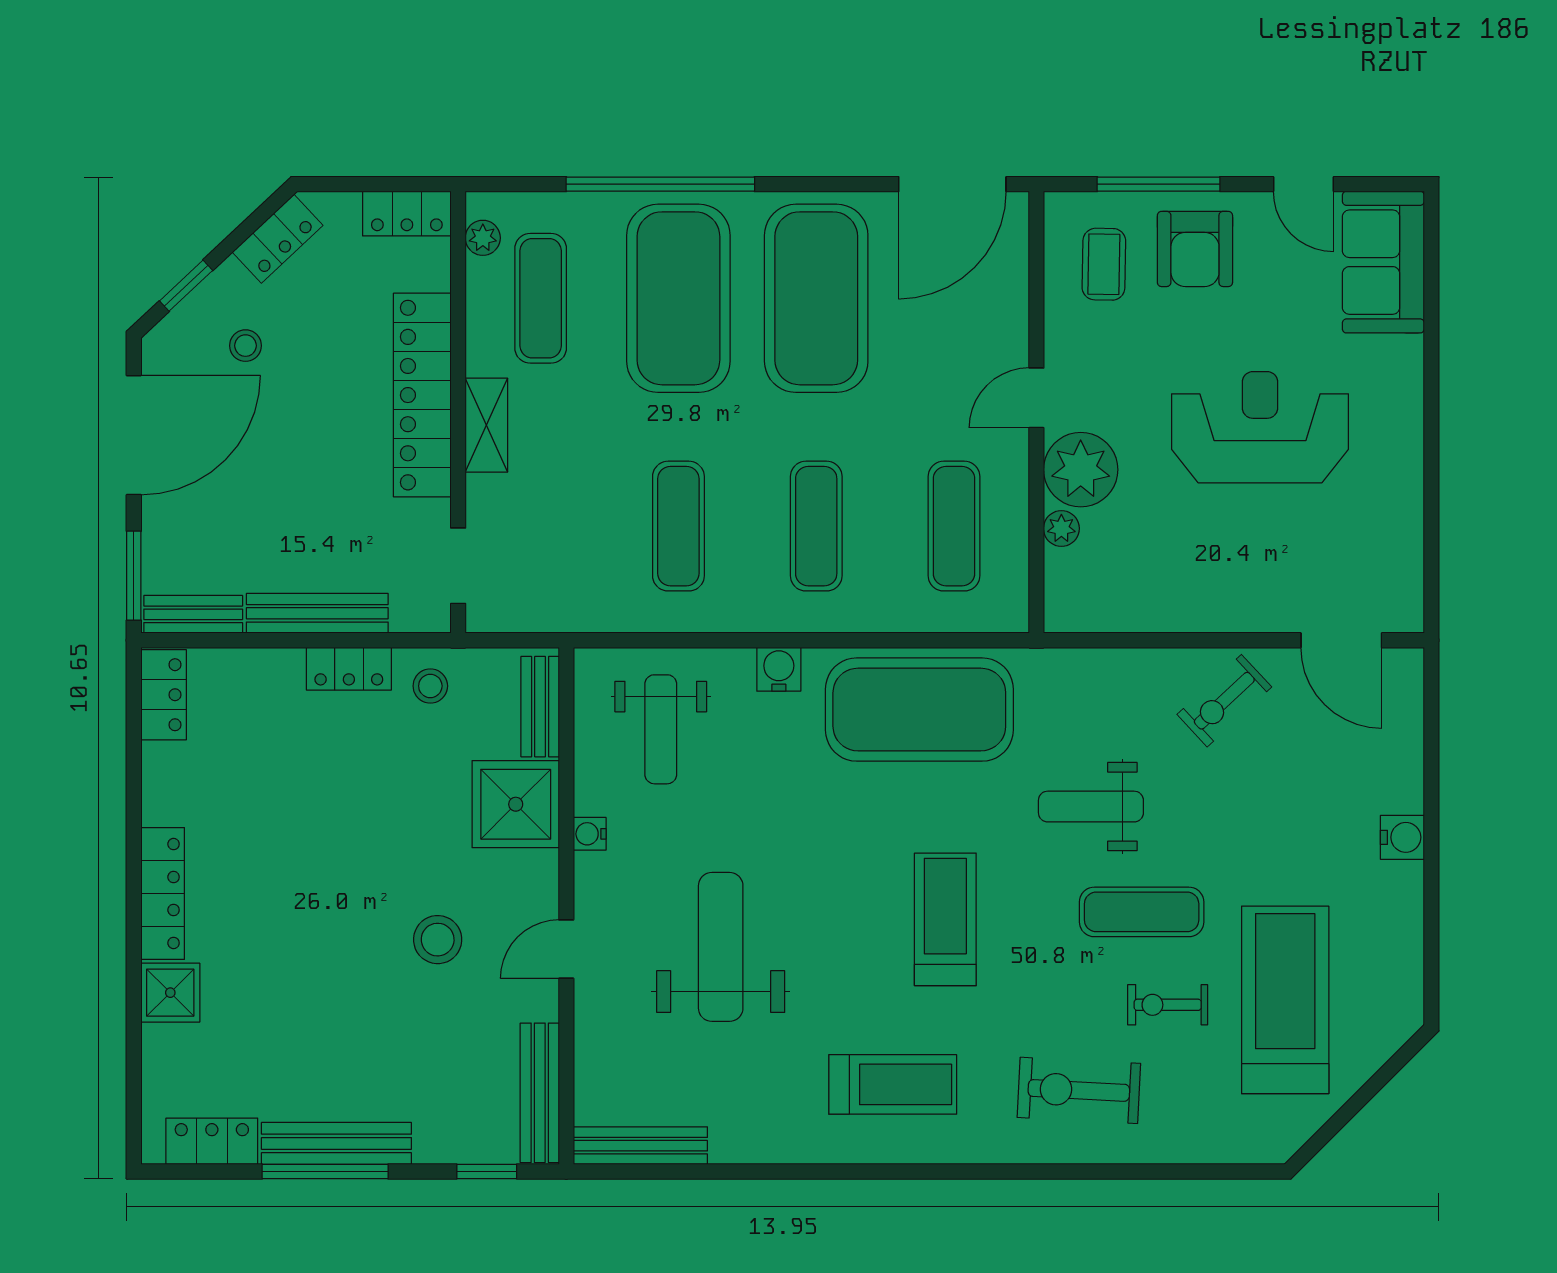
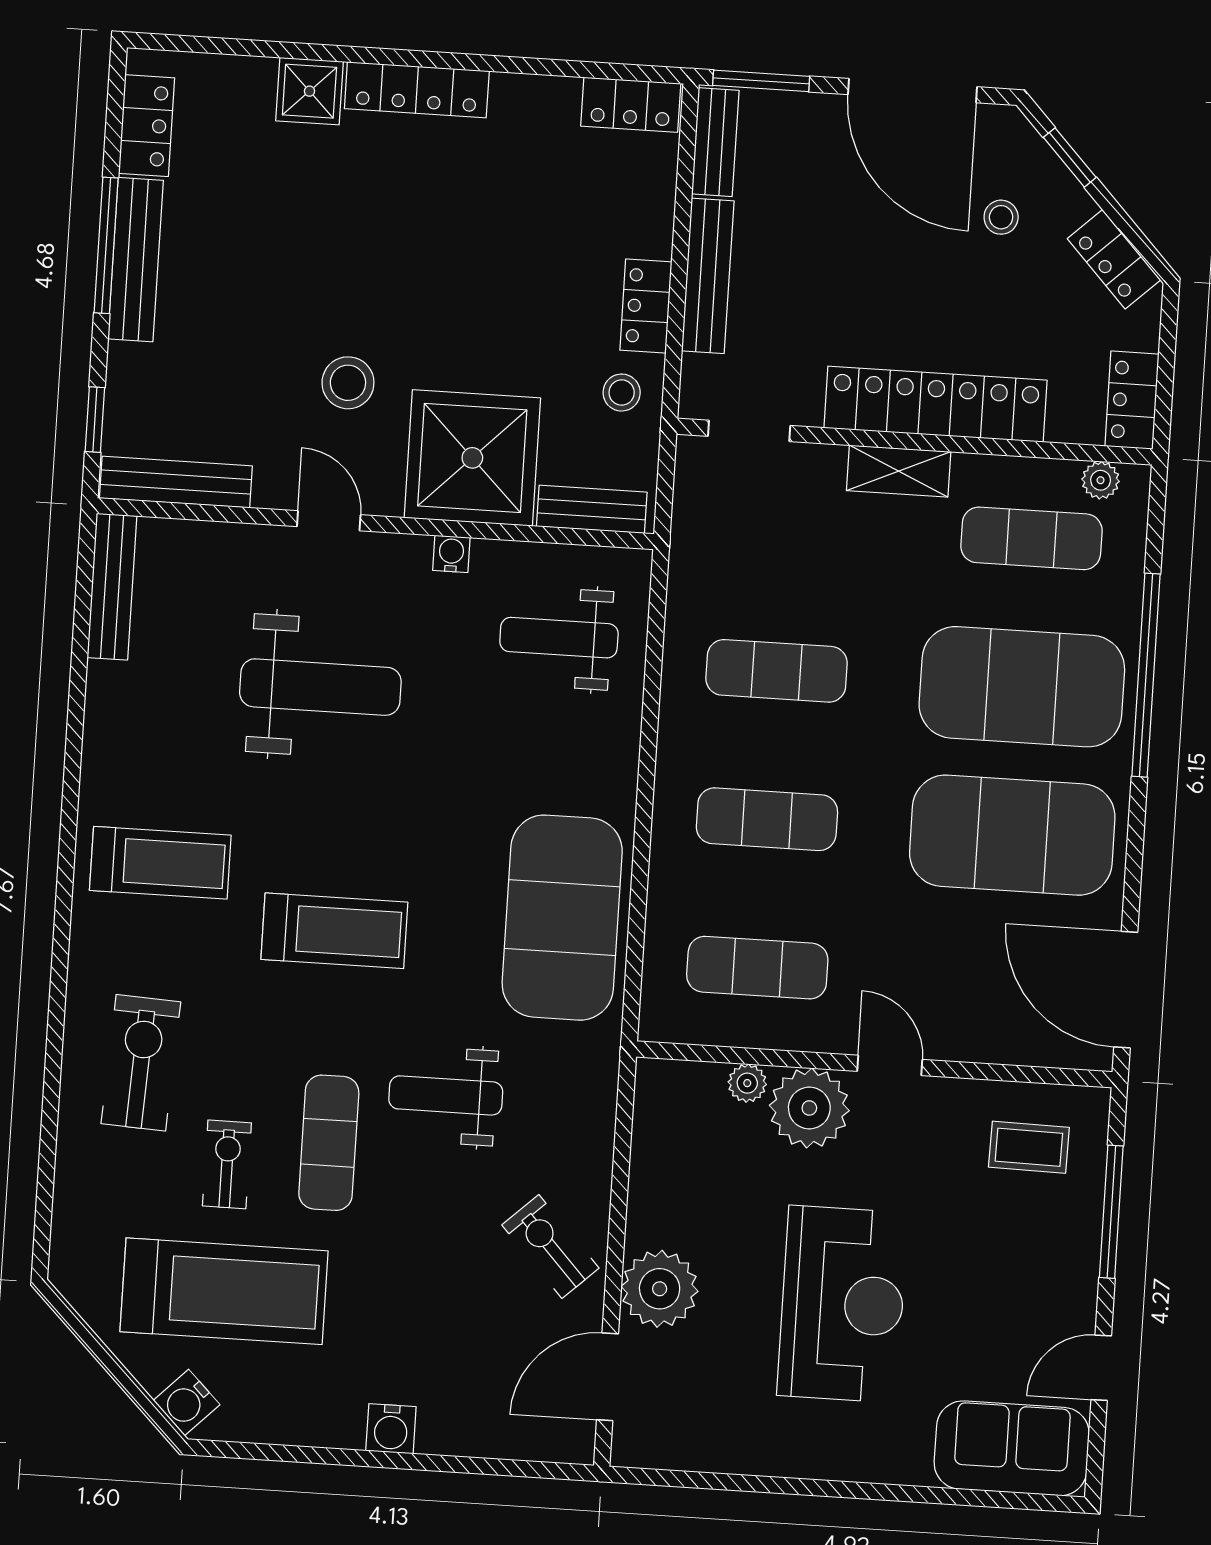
armchair: (1195, 249) -> (1039, 1246), removed
plant: (1257, 597) -> (660, 1289), added
water cooler: (779, 669) -> (187, 1402), moved, turned 135
shower: (516, 804) -> (472, 458), width x1.37, depth x1.37
weight bench: (1091, 807) -> (446, 1095), turned -90
treadmill: (893, 1084) -> (160, 863), turned -90

